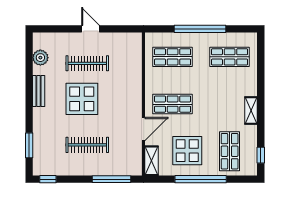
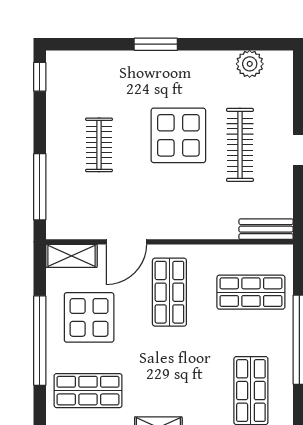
shop shelf: (173, 57) -> (251, 292), turned 90
bench: (39, 91) -> (266, 229), moved
door: (143, 129) -> (126, 242), hinge flipped
window: (29, 145) -> (156, 44), moved
clothes rail: (87, 145) -> (99, 145), width x0.73

